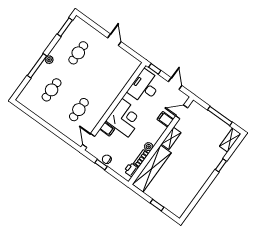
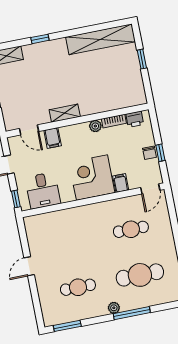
desk: (145, 87) -> (43, 190), width x0.73
cafe table: (52, 90) -> (140, 275), width x1.37, depth x1.35
shelving: (152, 169) -> (101, 39), moved

